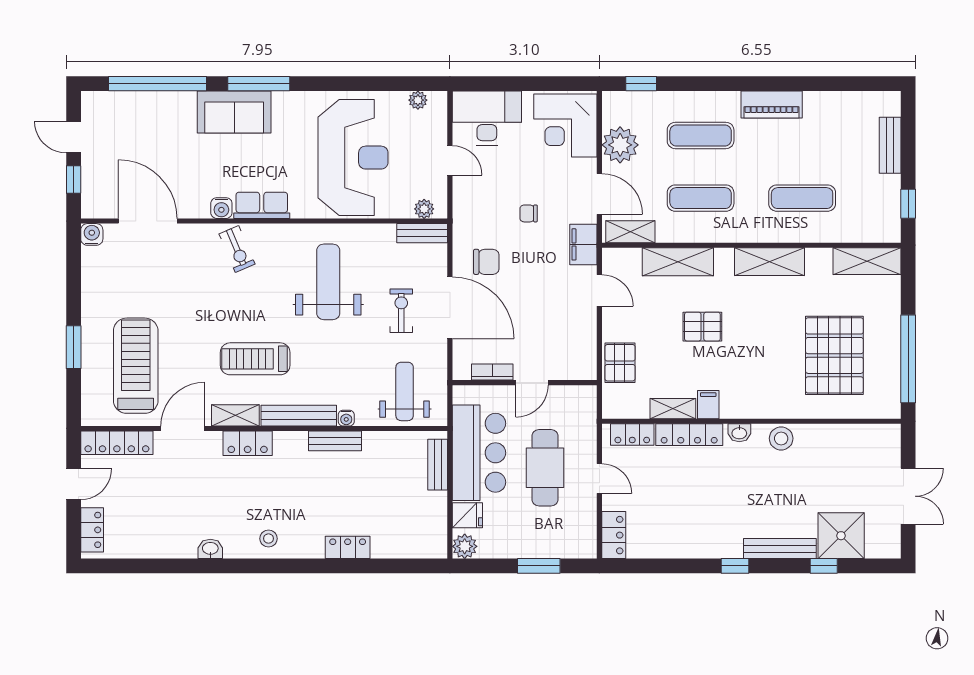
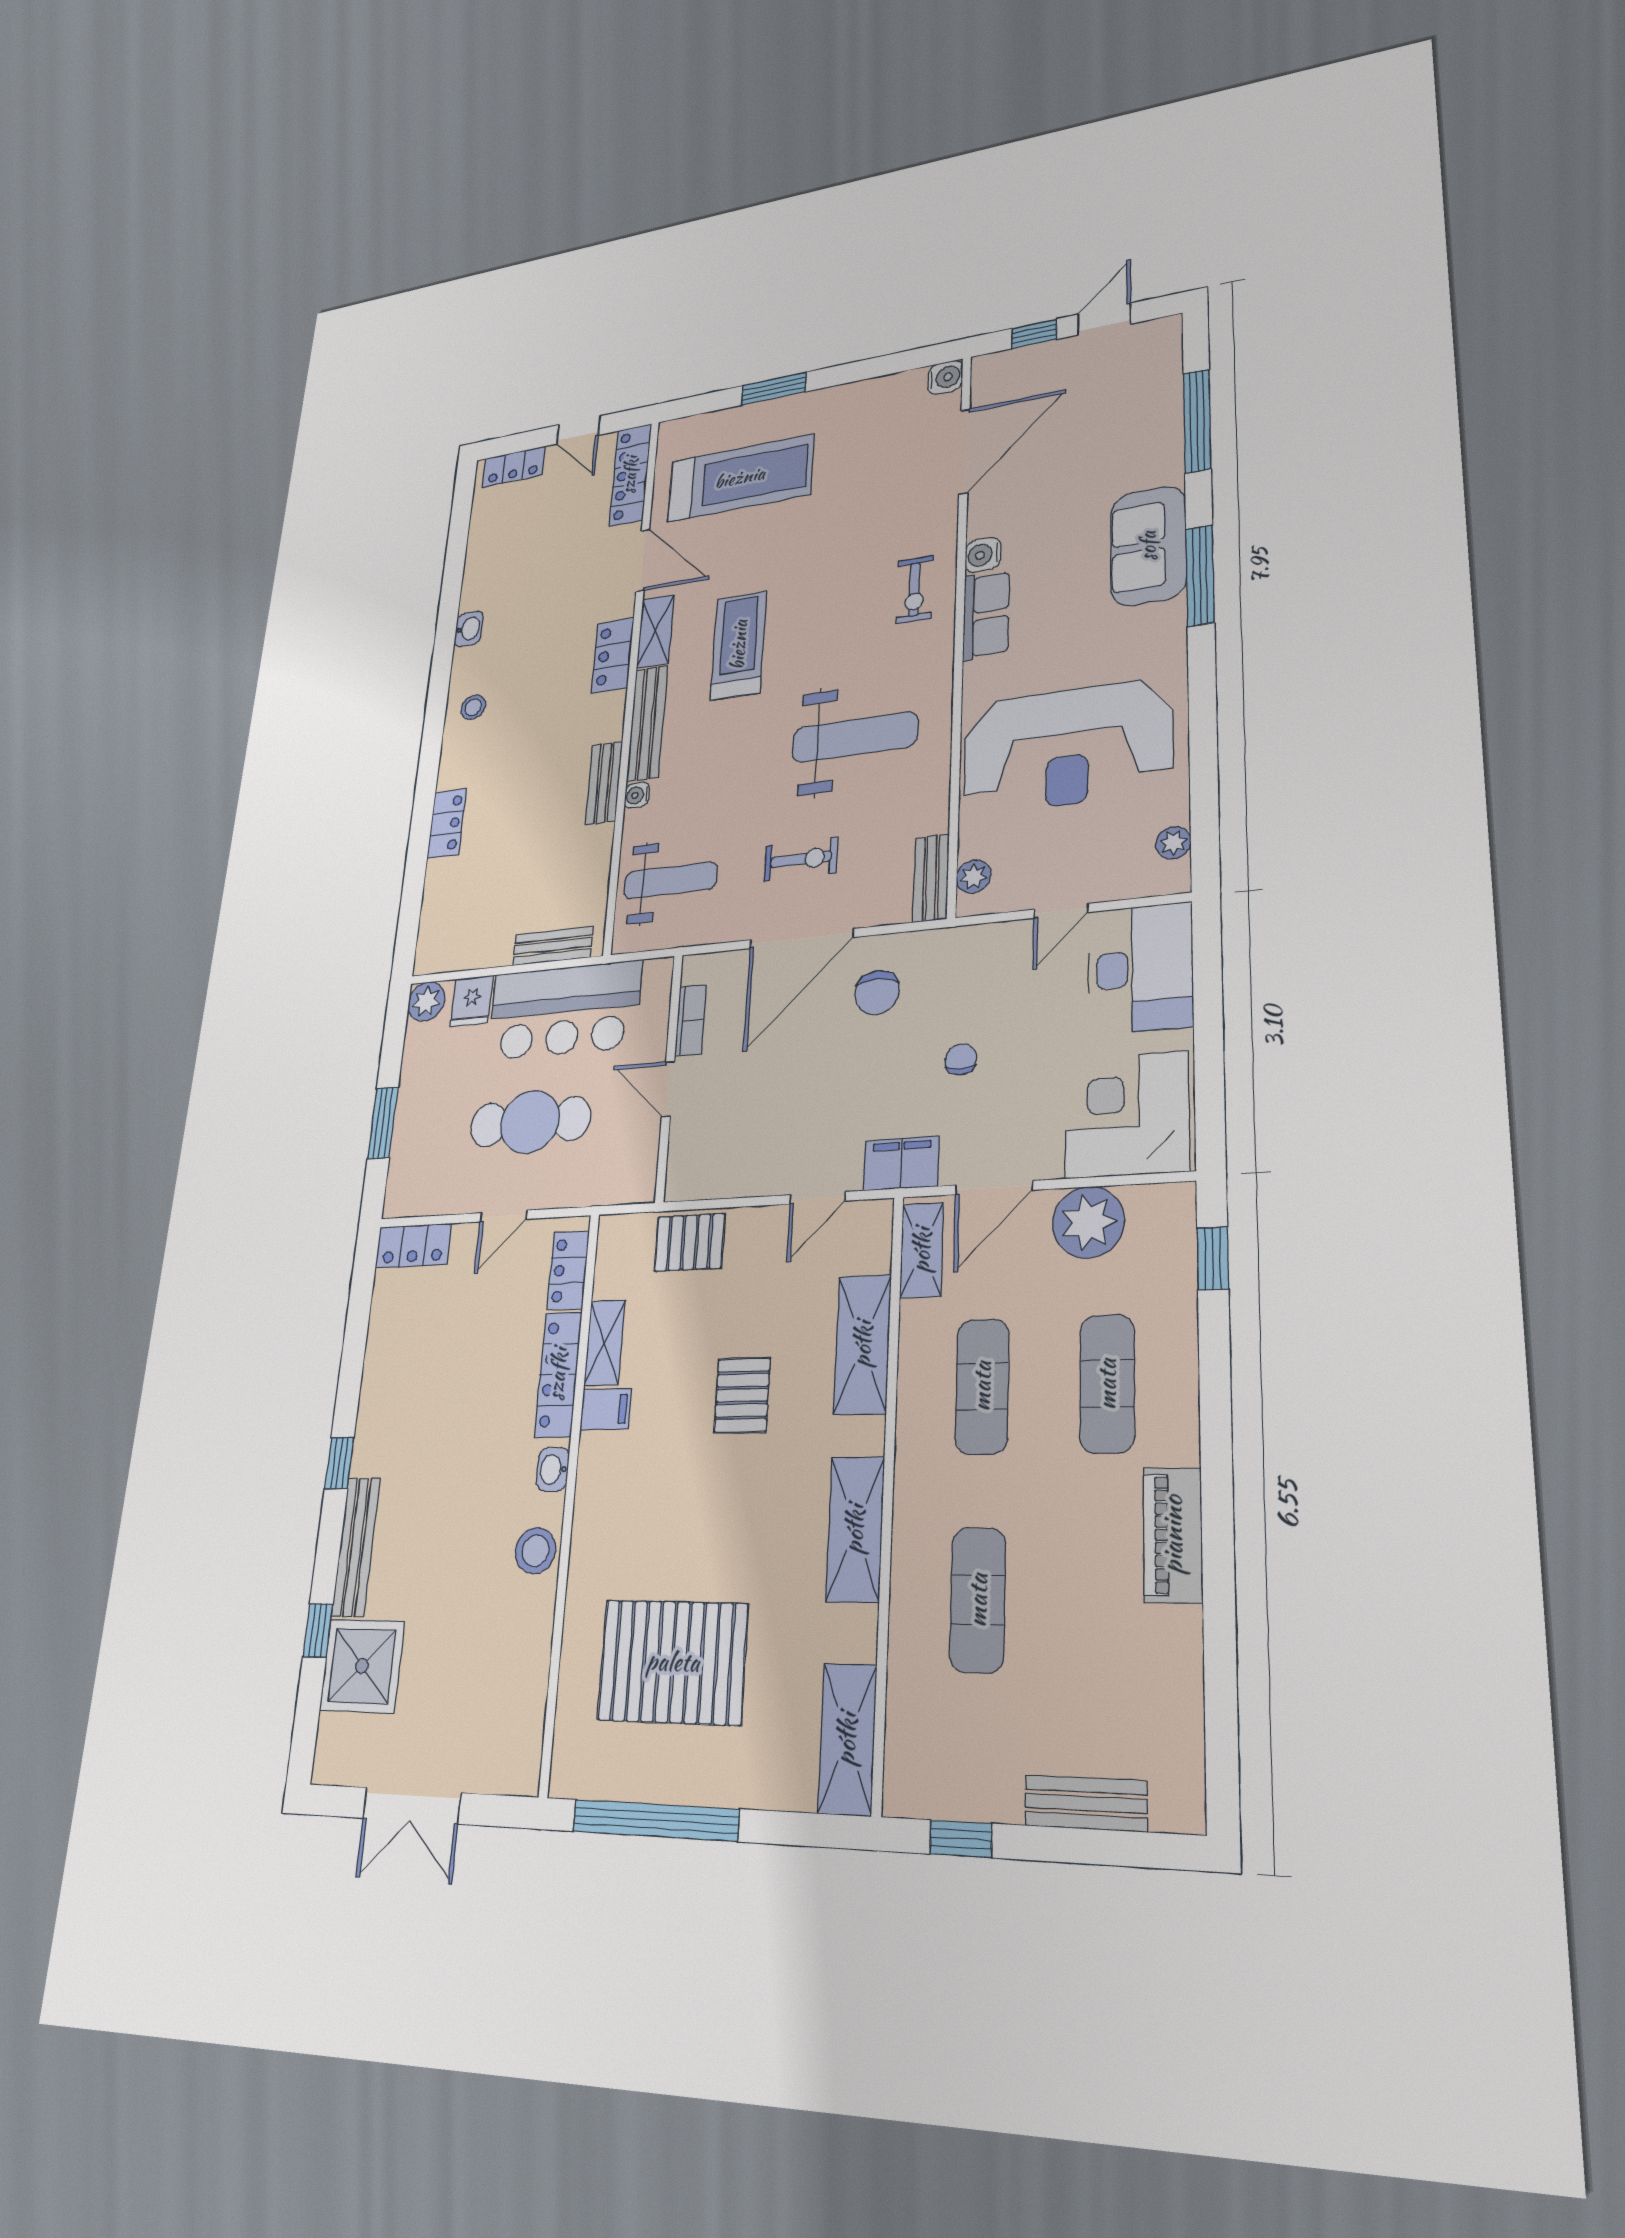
window: (157, 84) -> (1197, 421), width x0.68
exercise bike: (237, 249) -> (914, 590), turned -67

